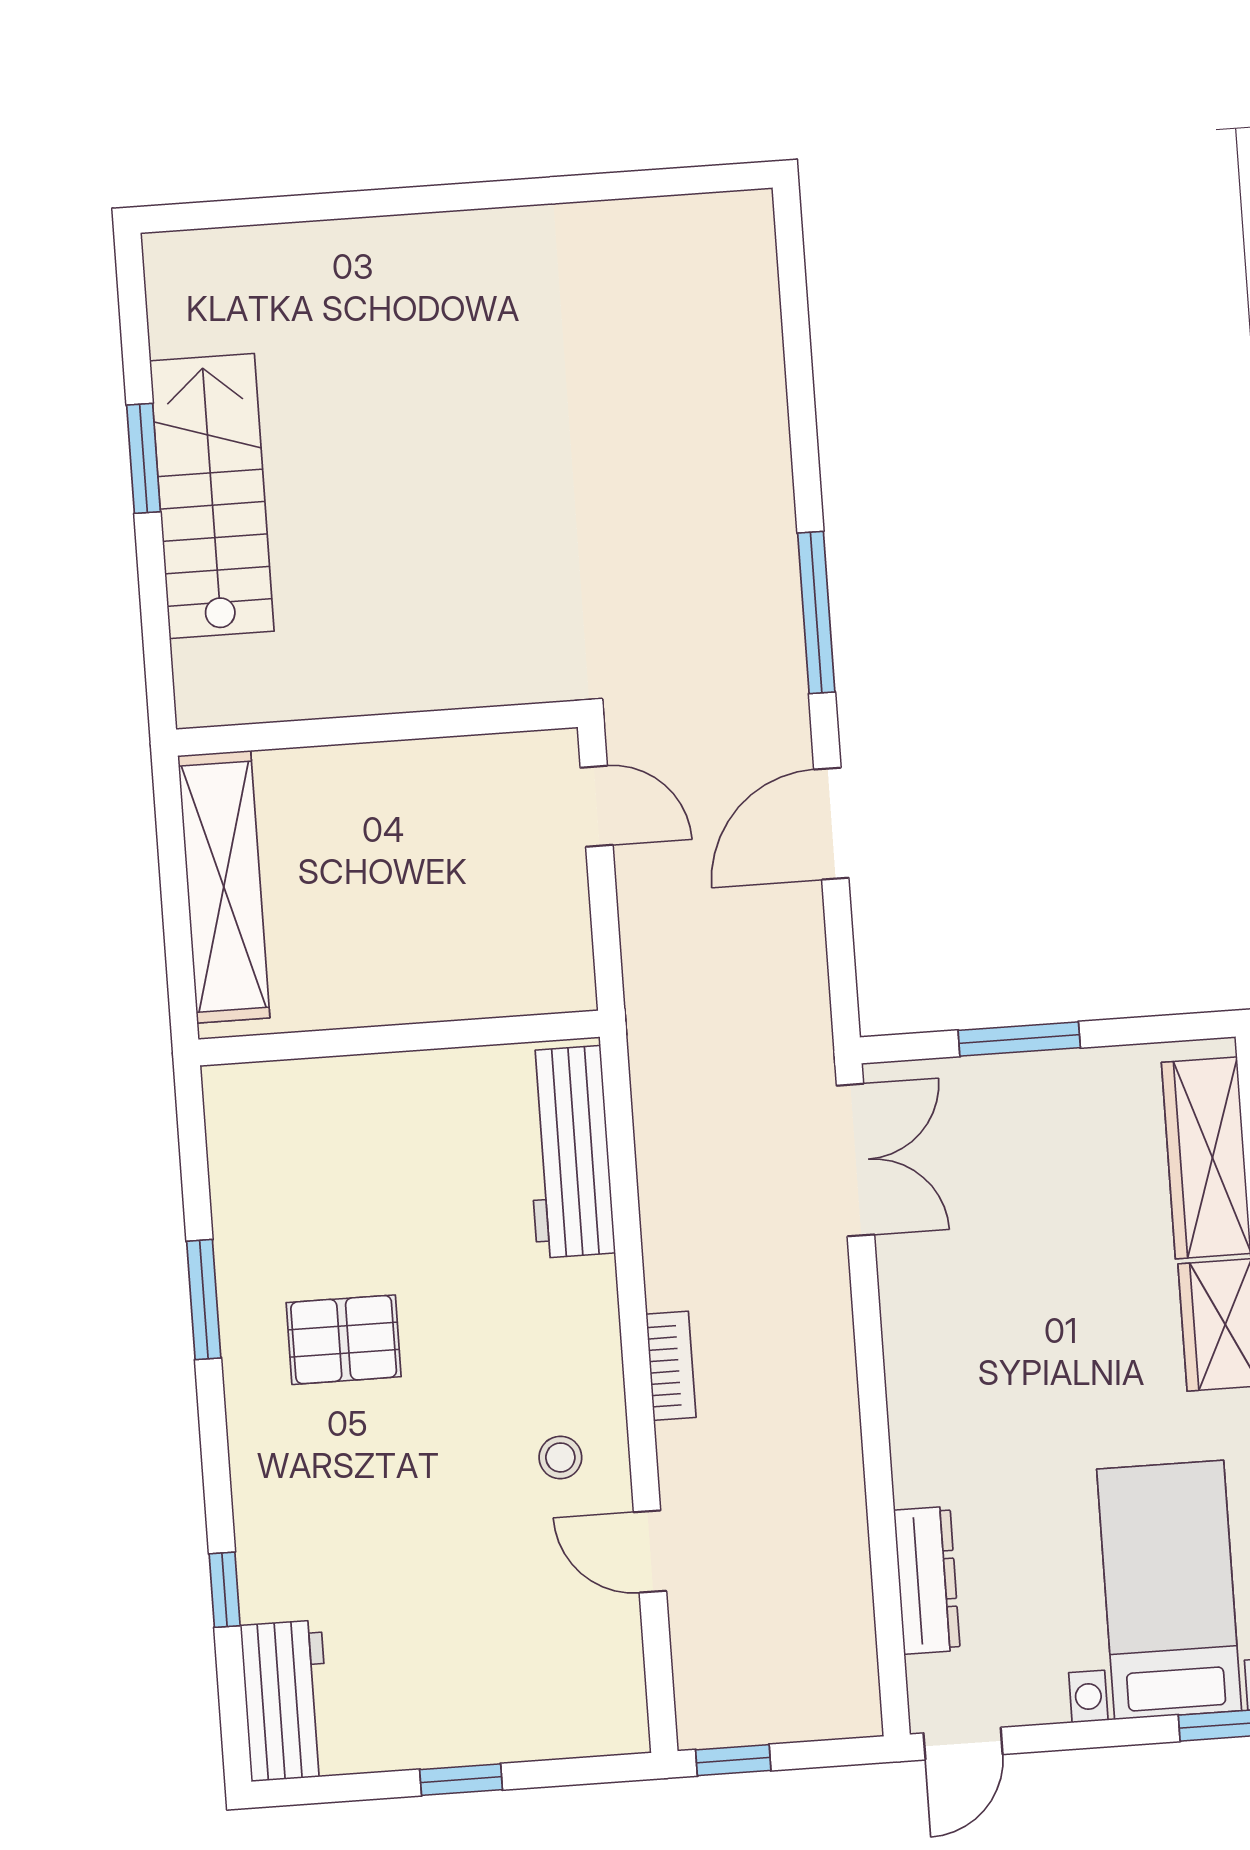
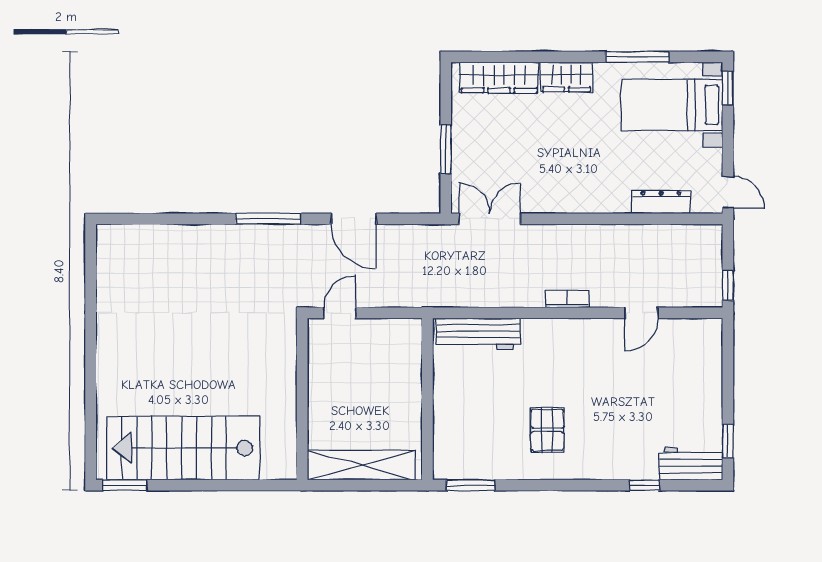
window: (143, 458) -> (125, 485), moved
stairs: (212, 496) -> (183, 448), width x1.36, depth x1.51
window: (204, 1300) -> (471, 485), moved
stool: (560, 1457) -> (601, 346), removed
window: (461, 1780) -> (728, 441), moved

